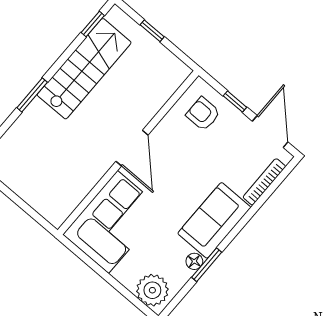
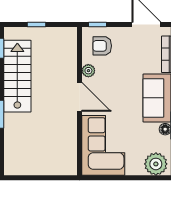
window: (235, 101) -> (98, 25), moved
plant: (166, 128) -> (88, 71), added

